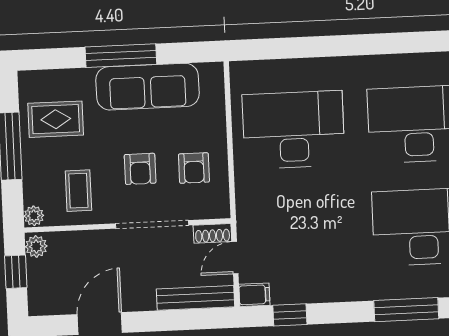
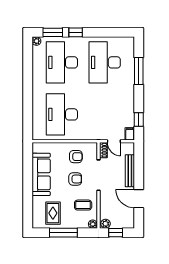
window: (121, 56) -> (28, 185), removed
bench: (195, 298) -> (130, 171), moved

